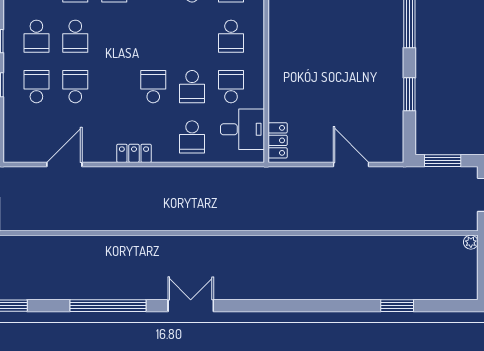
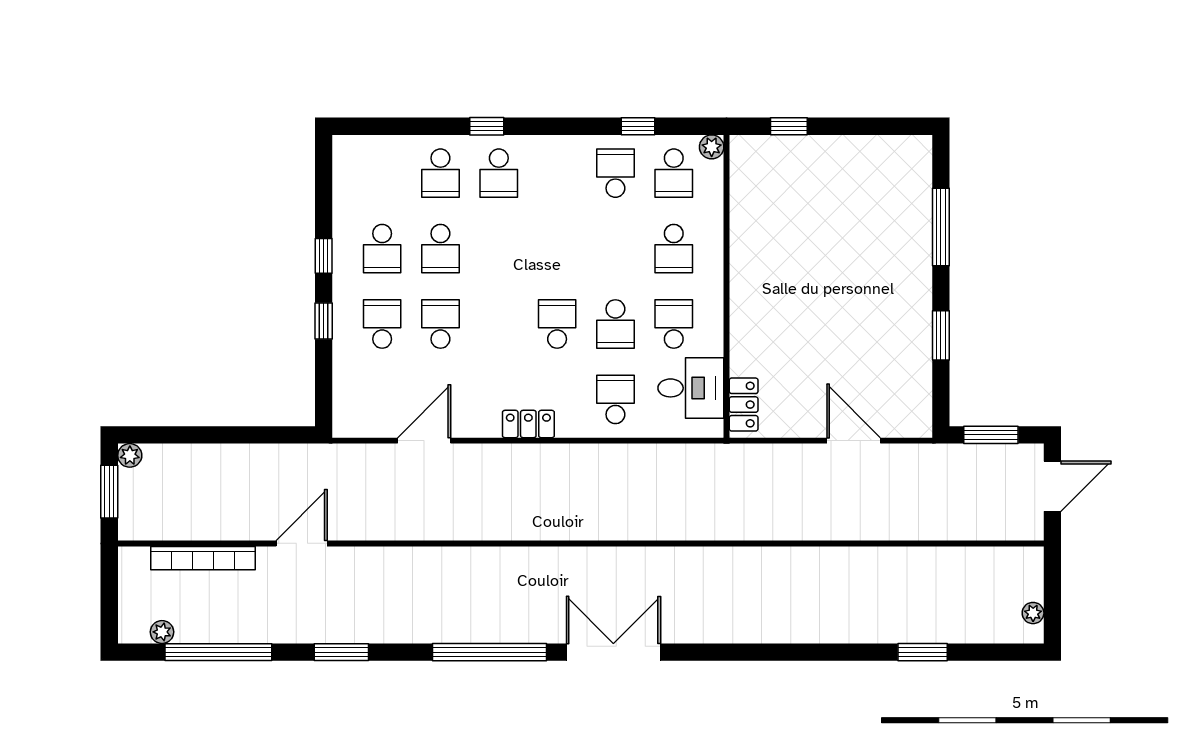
school desk: (192, 137) -> (615, 399), turned 180
plant: (471, 242) -> (1033, 613), moved
double door: (191, 306) -> (613, 652), width x1.37

